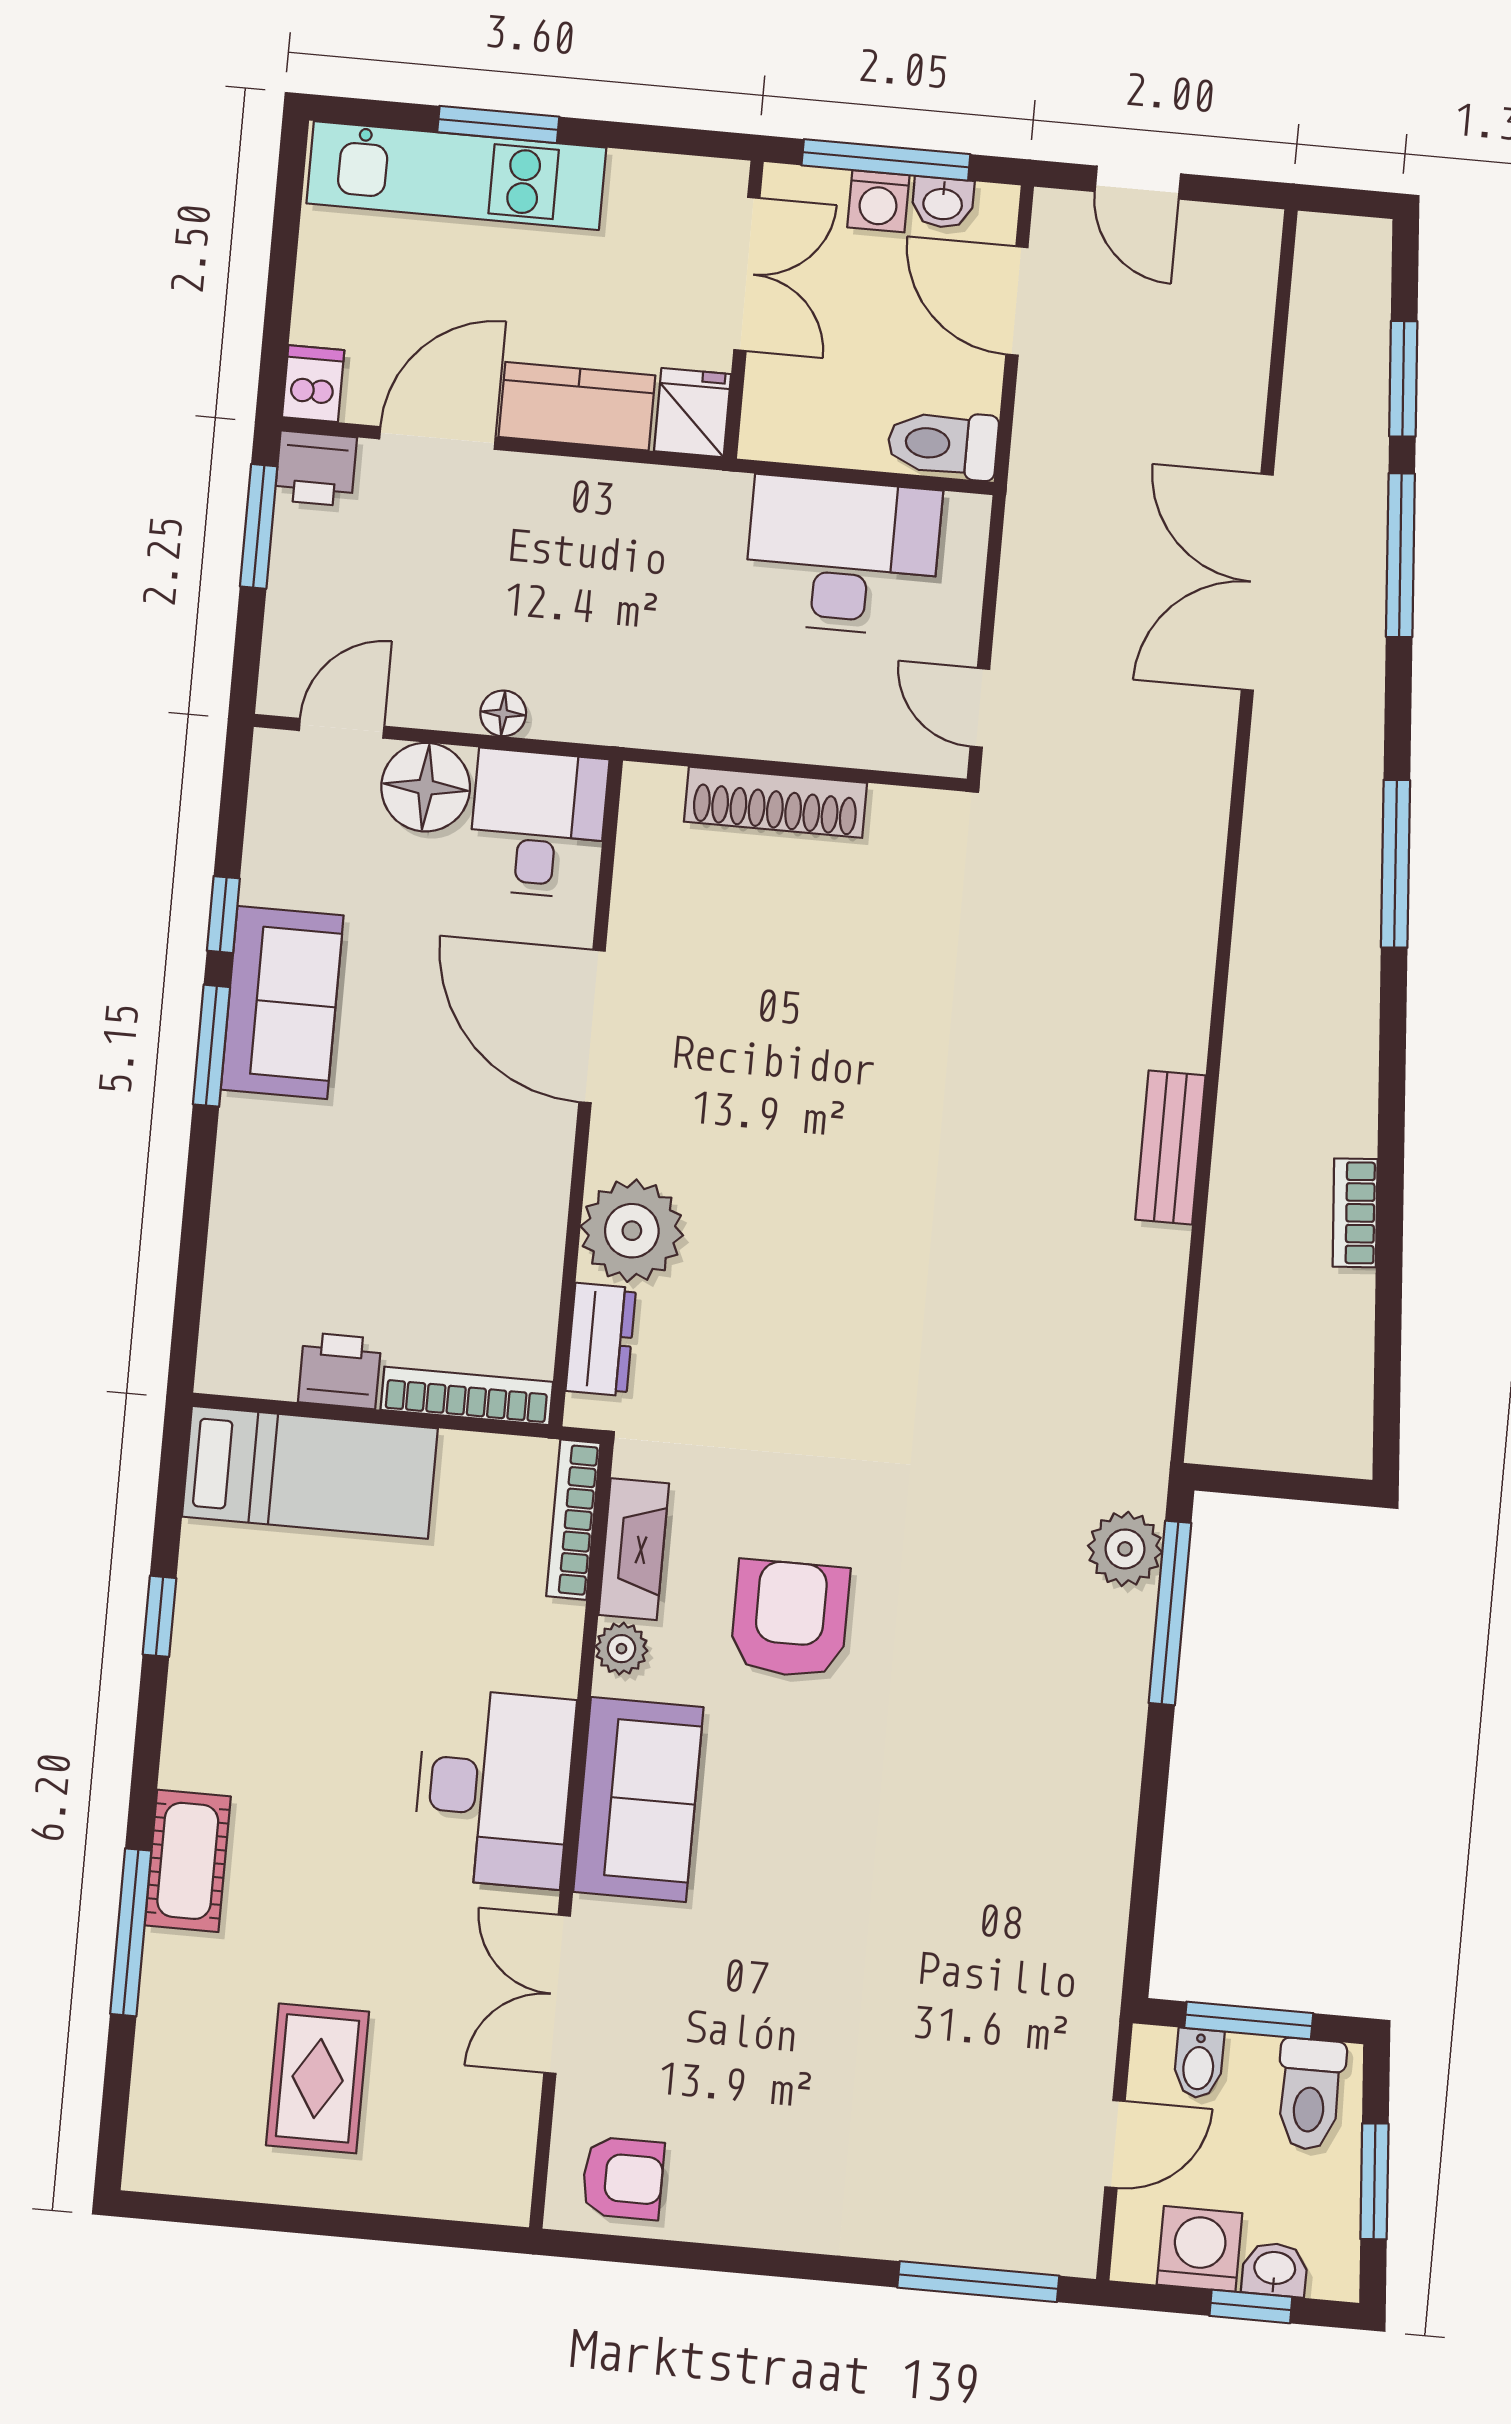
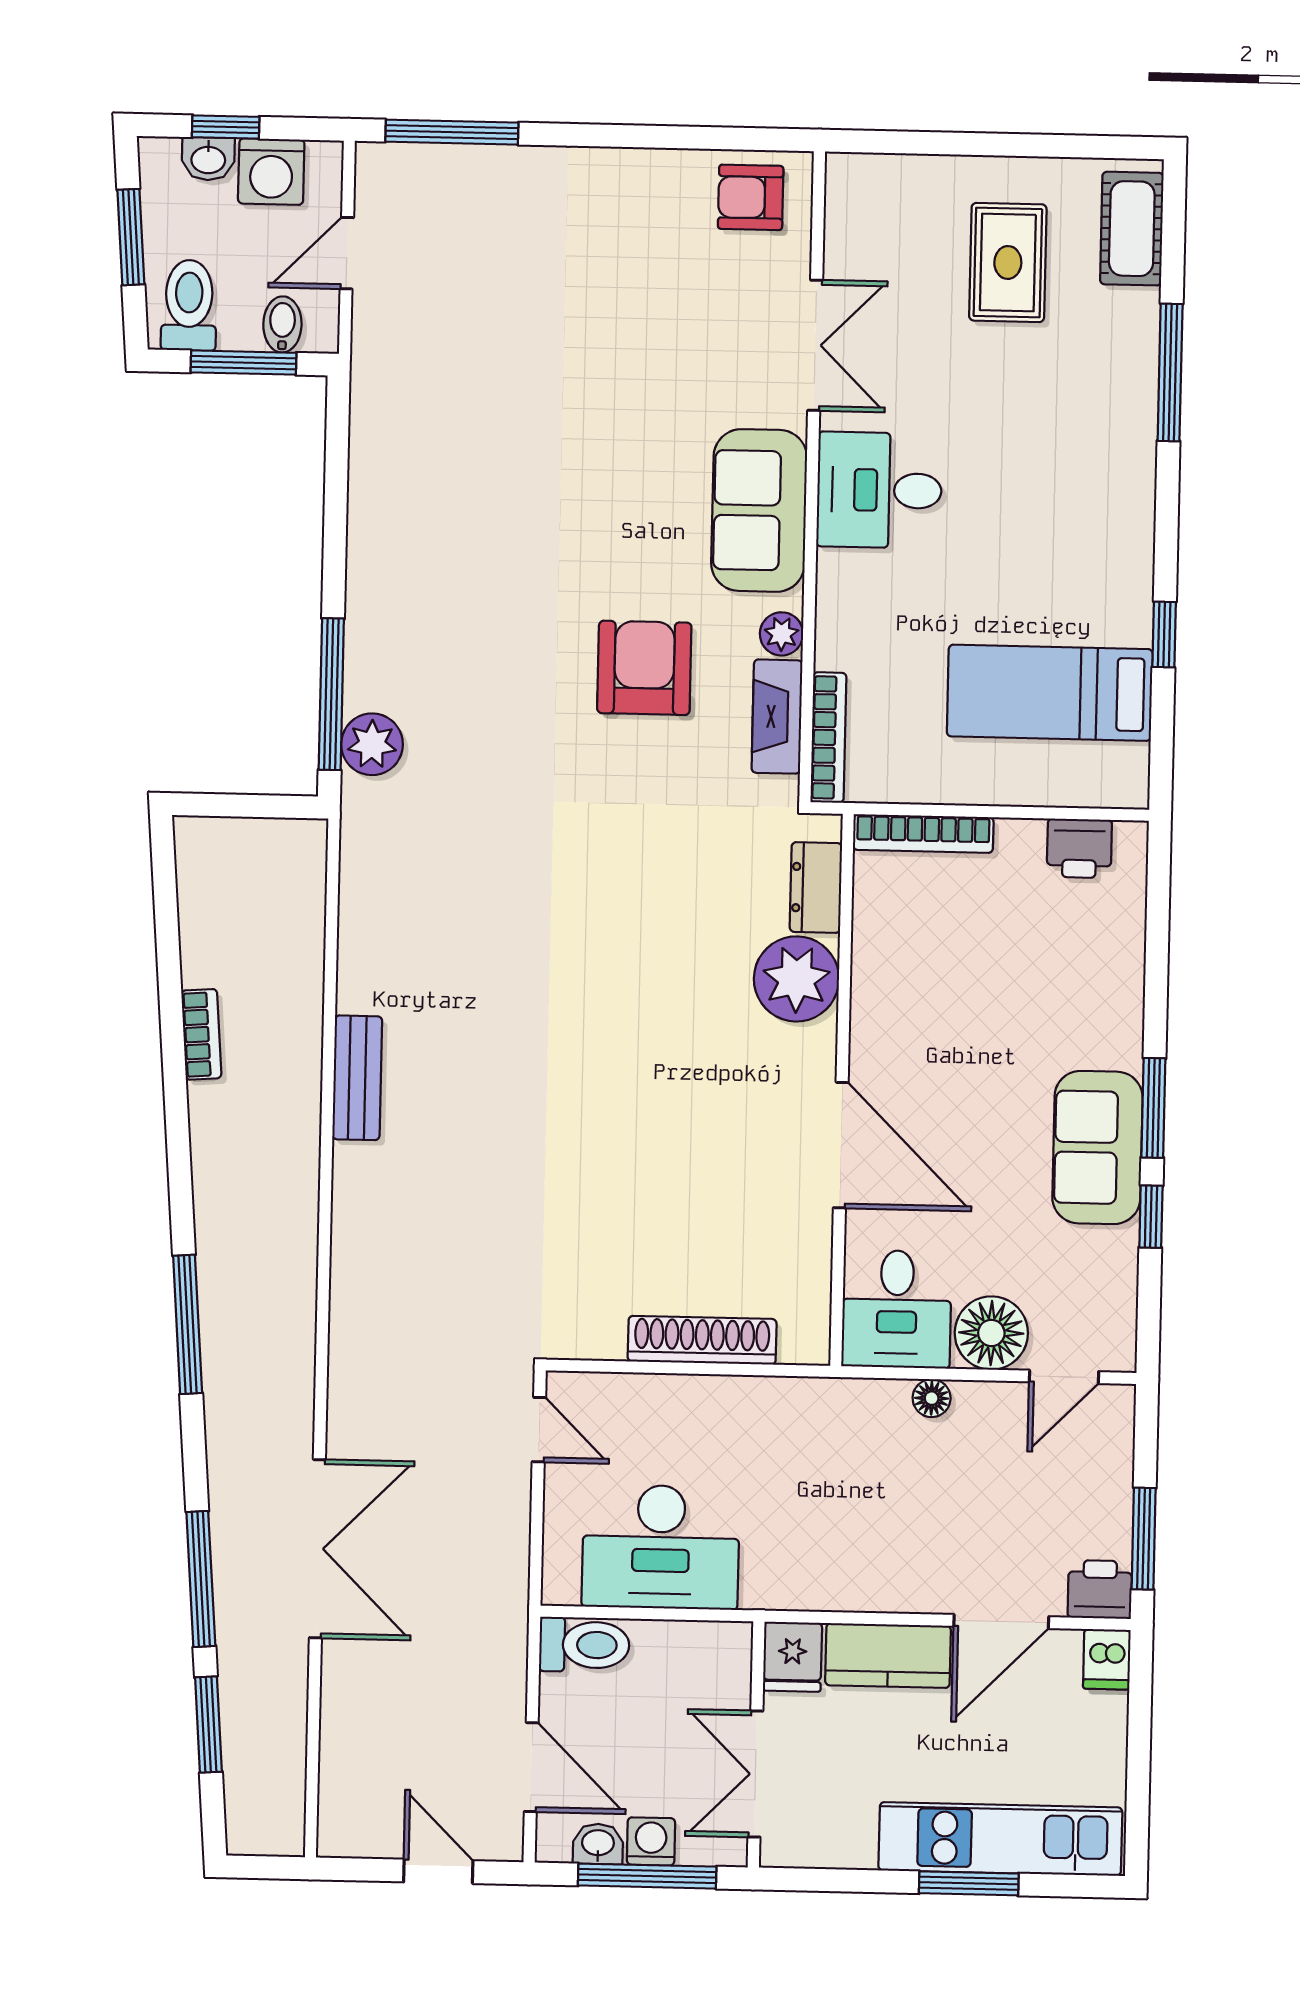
printer: (340, 1371) -> (1079, 848), moved
bed: (310, 1472) -> (1050, 693), moved
armchair: (790, 1619) -> (644, 668), turned 180
desk: (494, 1788) -> (879, 490), width x0.73
cot: (188, 1861) -> (1132, 229), moved

